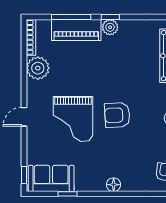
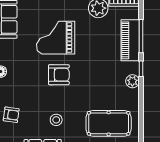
plant: (110, 27) -> (132, 81), moved
armchair: (117, 115) -> (59, 75), turned 93

